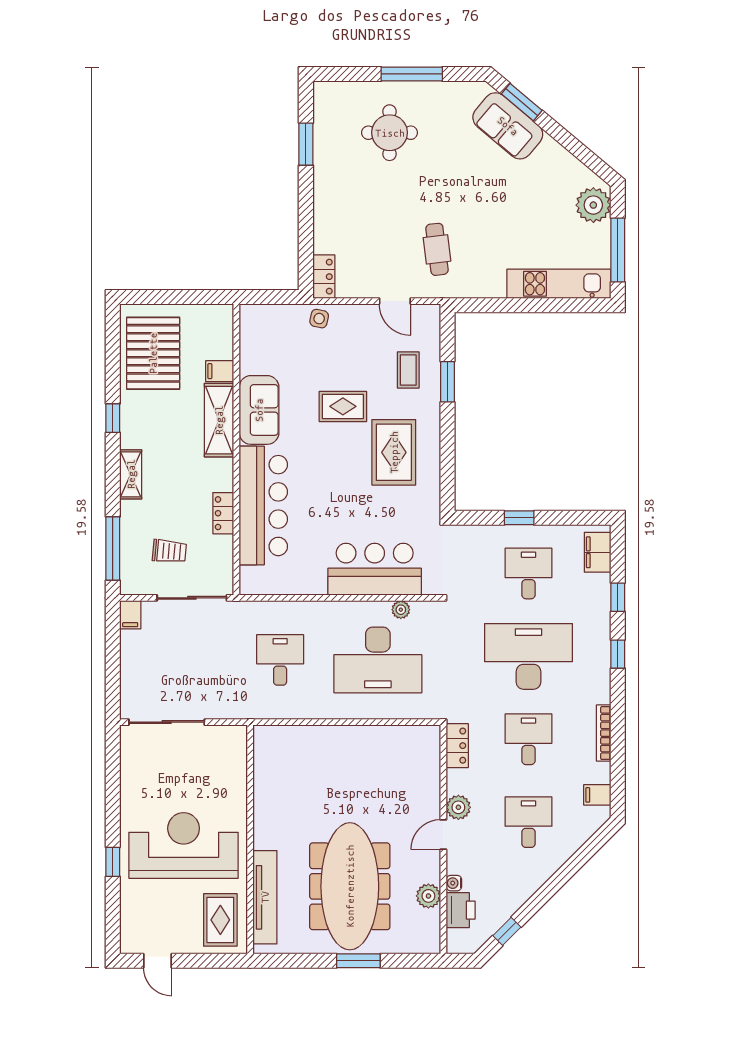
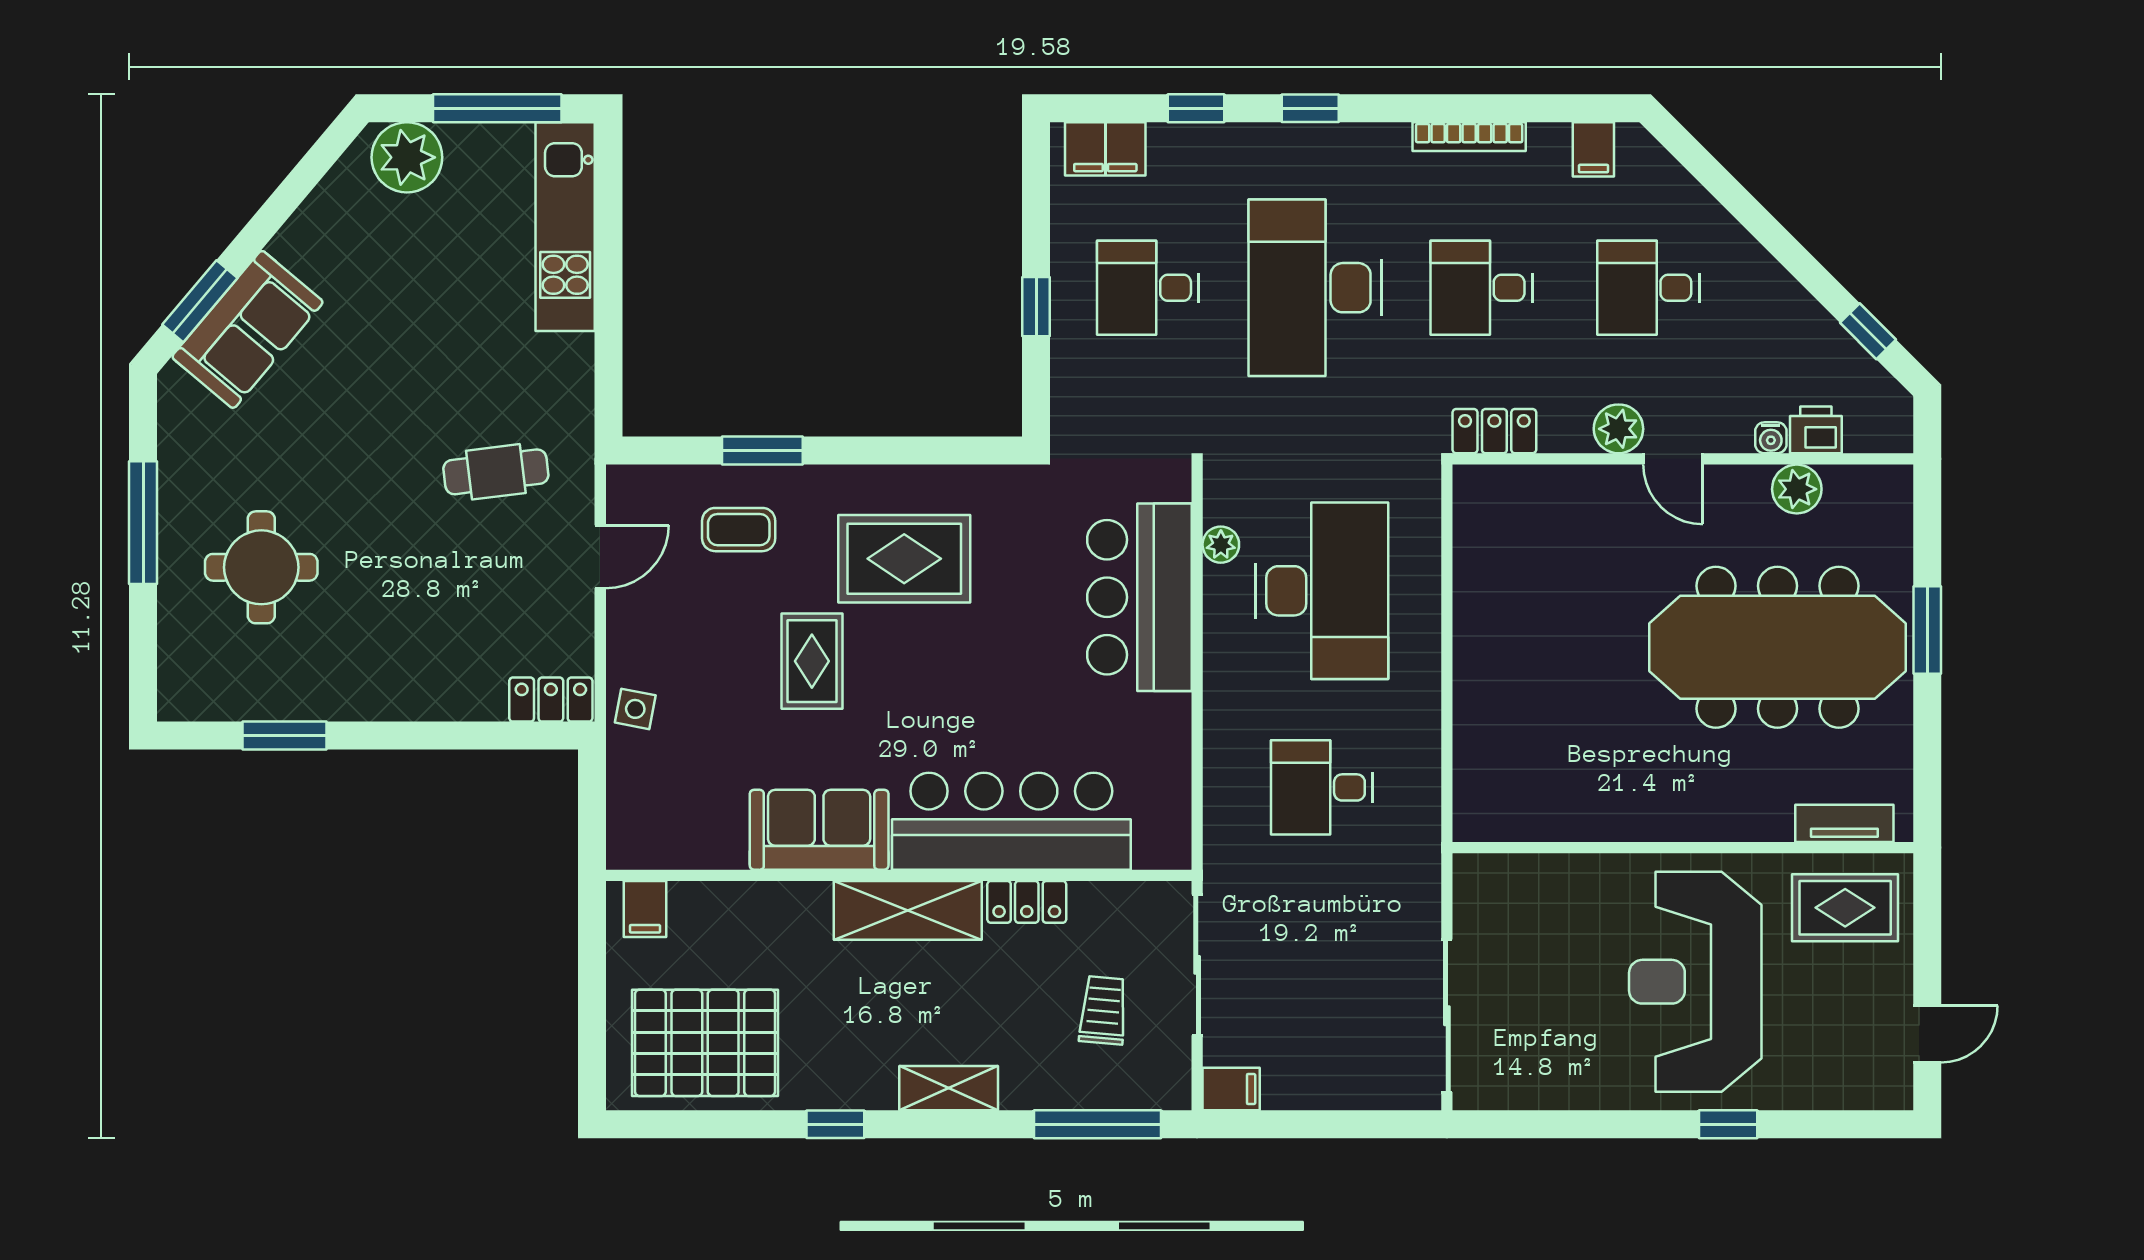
filing cabinet: (220, 371) -> (645, 909), moved
shelving: (219, 420) -> (908, 910), moved
tv unit: (265, 897) -> (1844, 823), width x0.52, depth x0.78
printer: (461, 910) -> (1816, 430), width x0.73, depth x0.81

